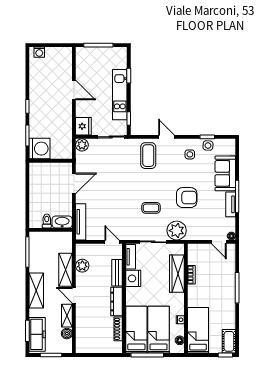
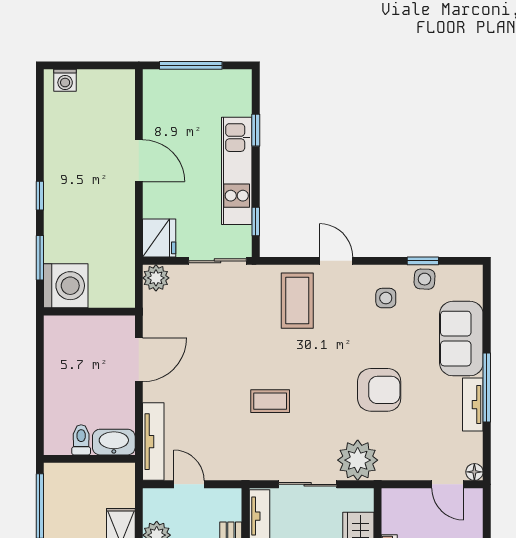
coffee table: (151, 208) -> (270, 401), moved
door: (112, 242) -> (189, 484), moved

